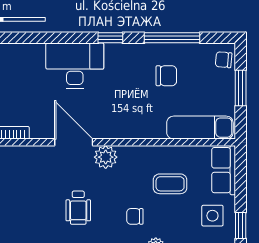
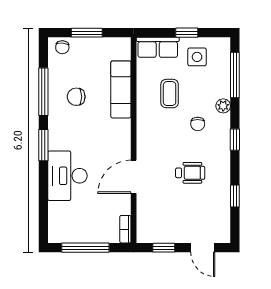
window: (110, 38) -> (43, 145), width x1.50
chair: (166, 76) -> (76, 97), turned -90
exam couch: (200, 128) -> (121, 89), moved
plant: (106, 157) -> (146, 149), removed
window: (241, 225) -> (187, 33), moved

